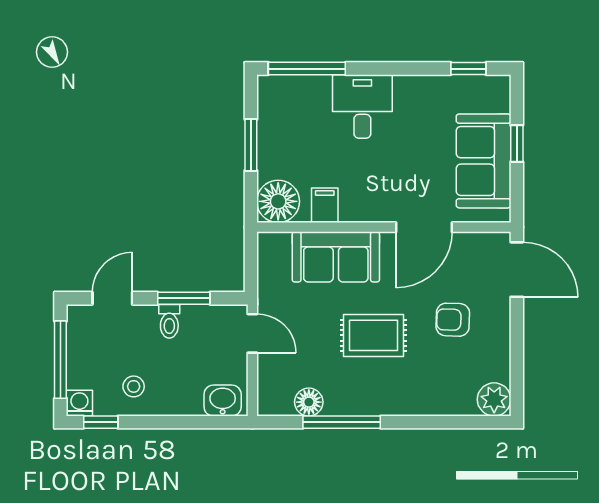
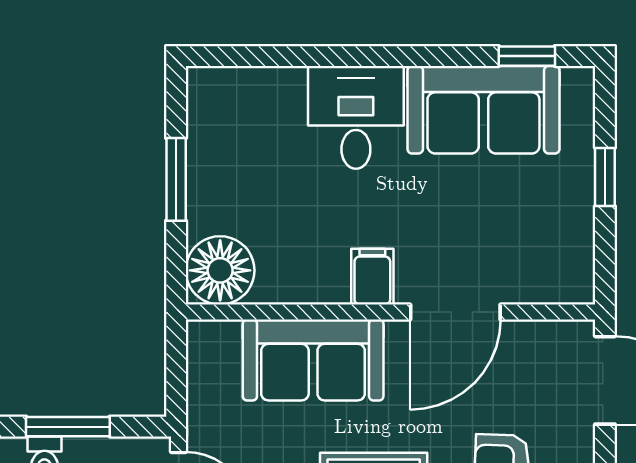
window: (307, 69) -> (266, 56), removed
sofa: (484, 161) -> (483, 110), moved, turned -90
filing cabinet: (325, 205) -> (372, 277), moved

